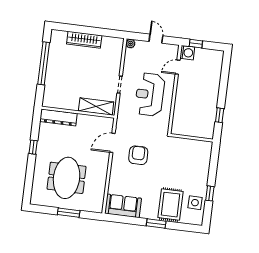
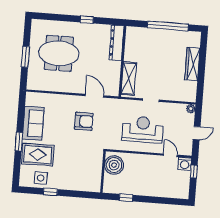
boiler: (185, 126) -> (114, 165), added
sofa: (123, 206) -> (33, 123), moved

